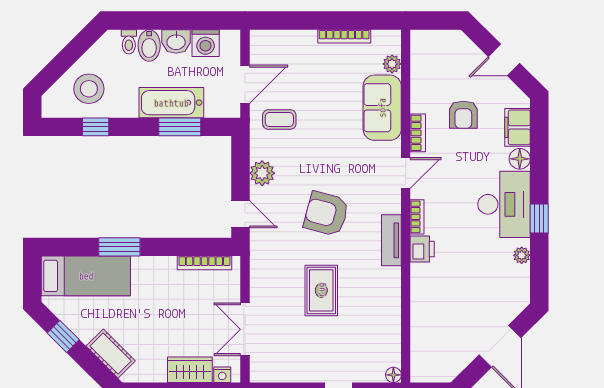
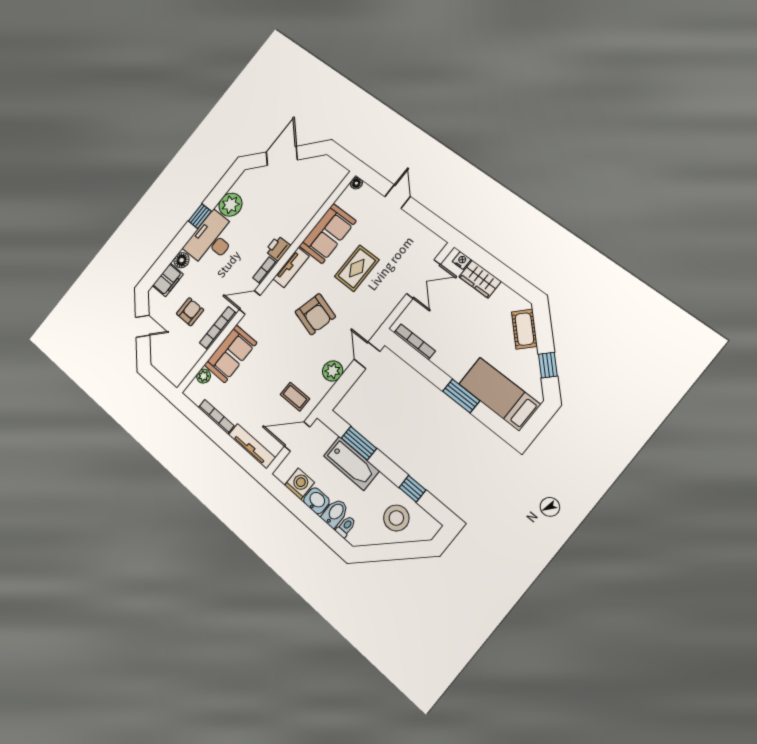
tv unit: (283, 39) -> (252, 446), added
bookcase: (418, 133) -> (218, 328), width x1.56
plant: (522, 255) -> (230, 205), width x1.88, depth x1.88
sofa: (381, 302) -> (328, 234), added

